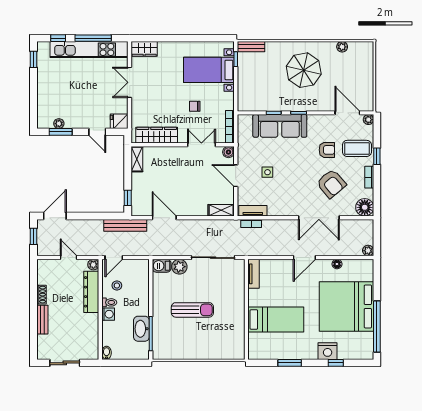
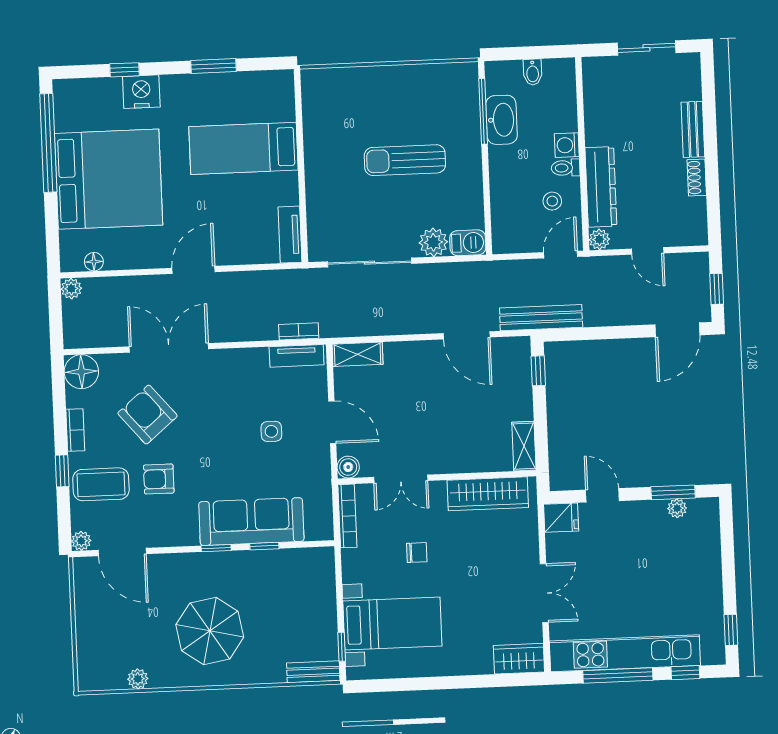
floor lamp: (337, 264) -> (94, 262), moved
bidet: (107, 353) -> (533, 72), moved

